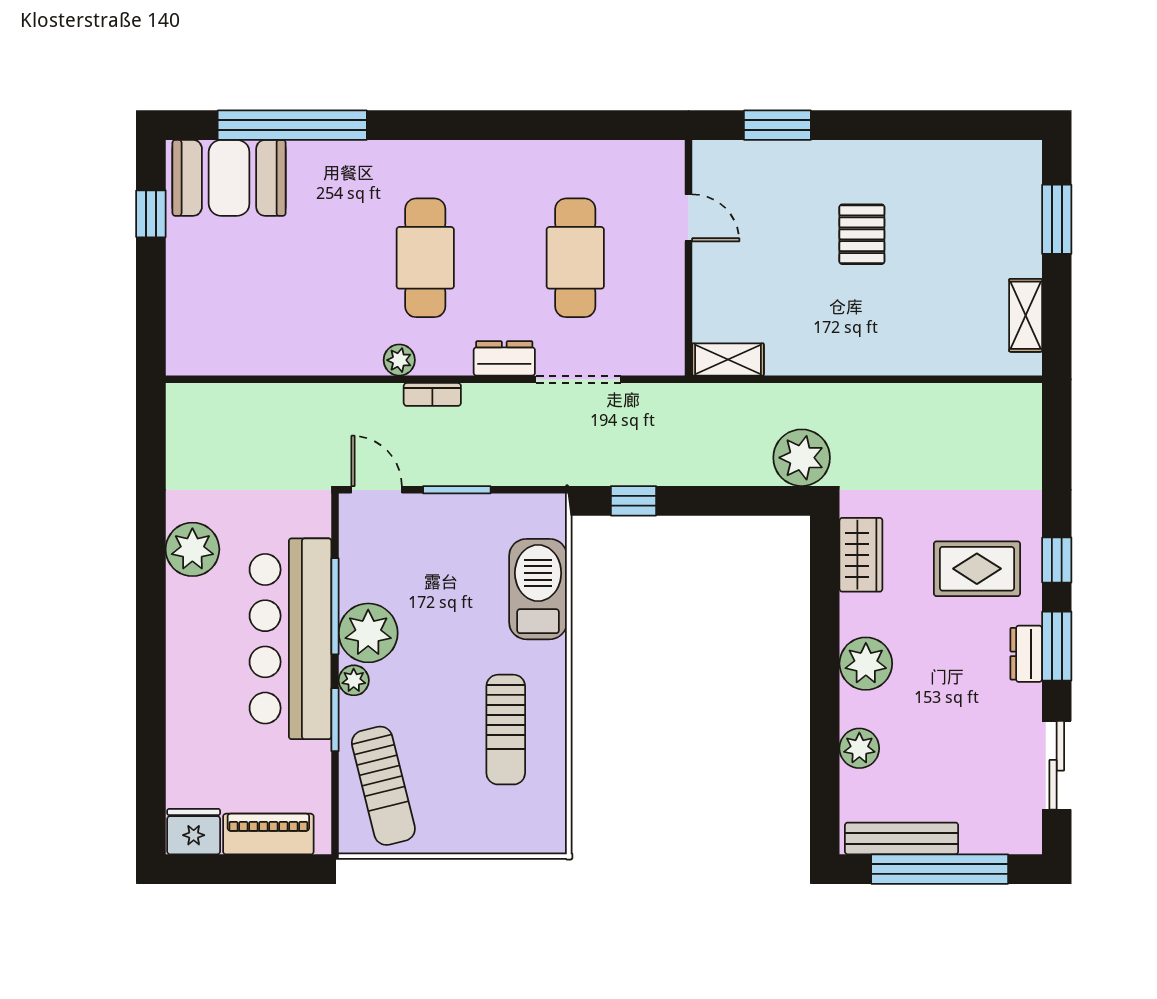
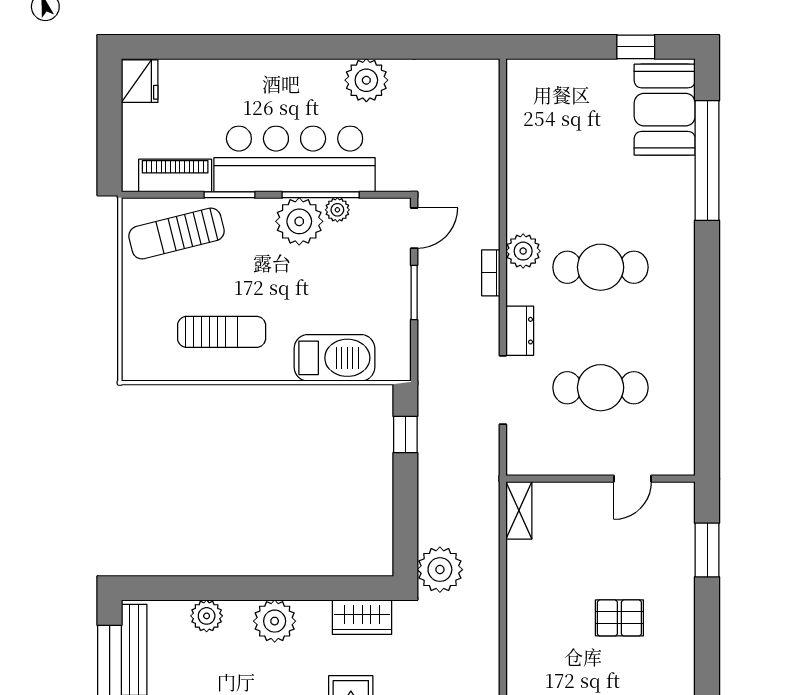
plant: (399, 360) -> (523, 251), width x1.38, depth x1.38
plant: (354, 680) -> (337, 210), moved
sun lounger: (506, 730) -> (222, 332), turned 180
piano: (268, 834) -> (175, 175), moved, turned -90

